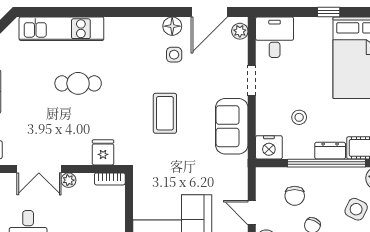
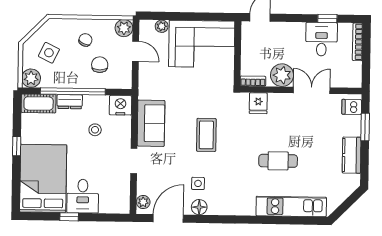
desk: (275, 37) -> (83, 196), moved
plant: (68, 180) -> (282, 75), width x1.88, depth x1.88

